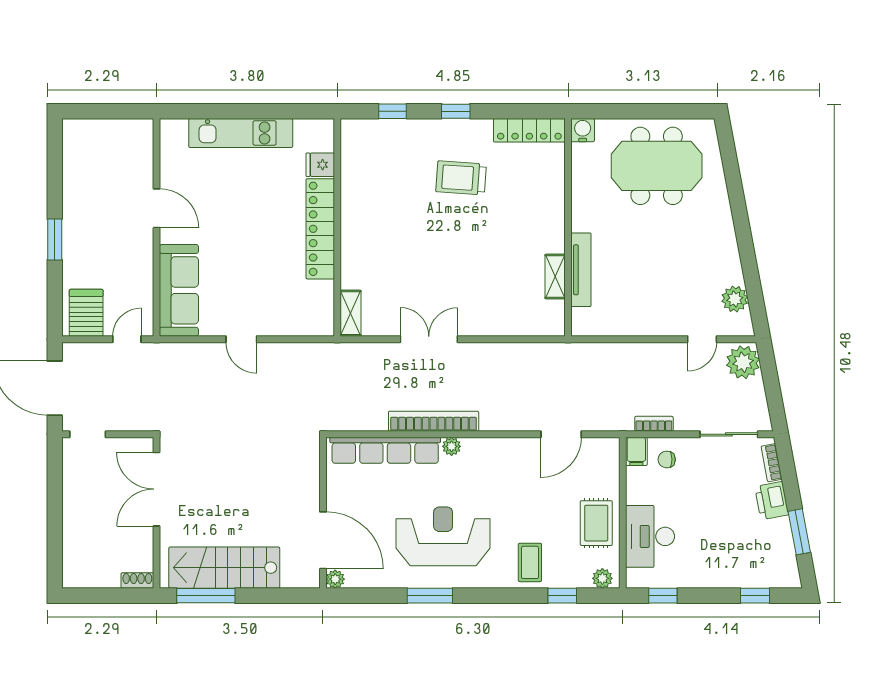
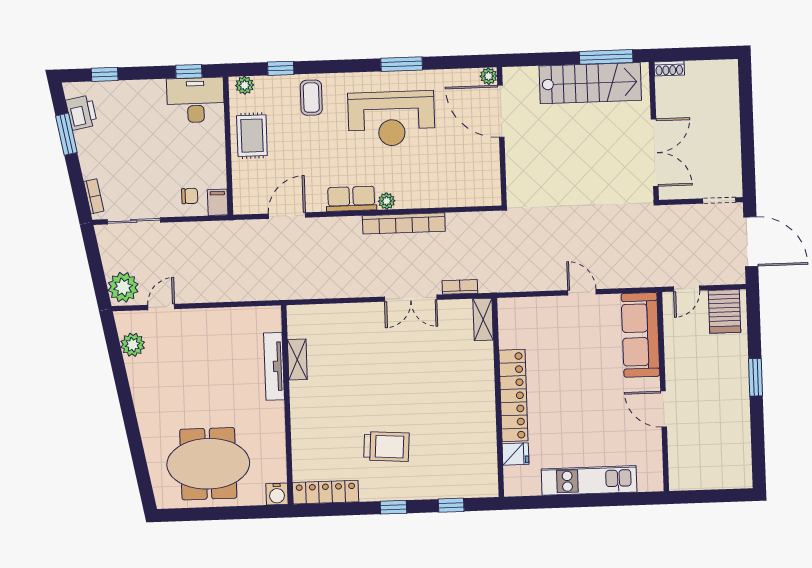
bookcase: (654, 424) -> (460, 287), moved, turned 180
row of seats: (385, 450) -> (351, 199), moved, width x0.50
printer: (772, 501) -> (82, 113), moved
desk: (650, 536) -> (196, 100), moved, turned -90

